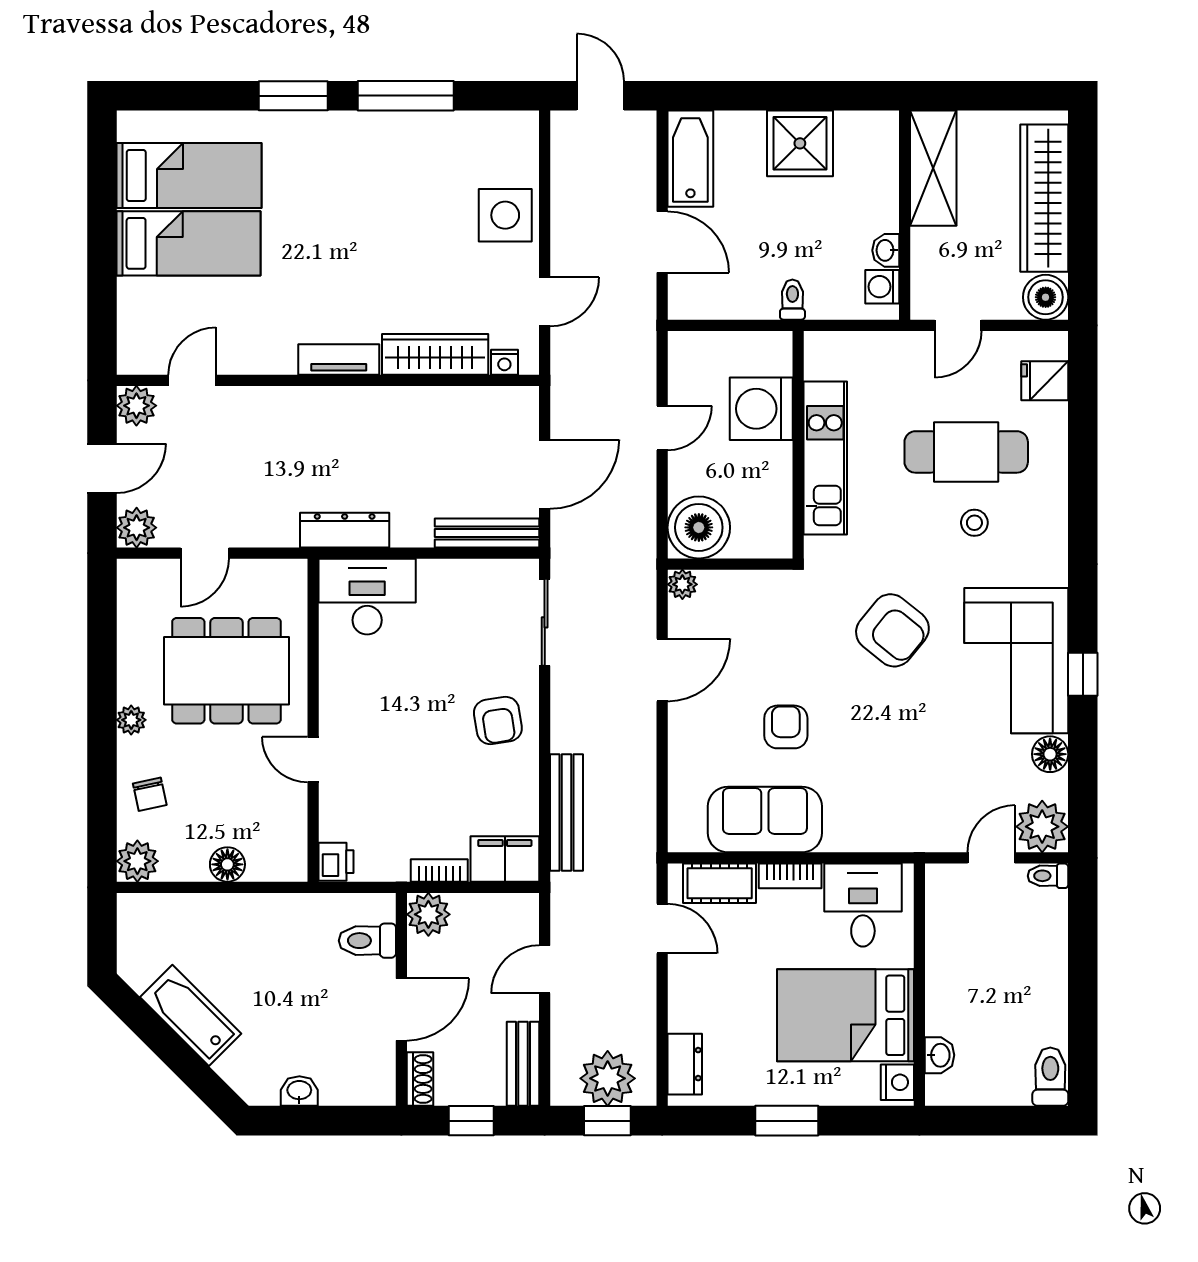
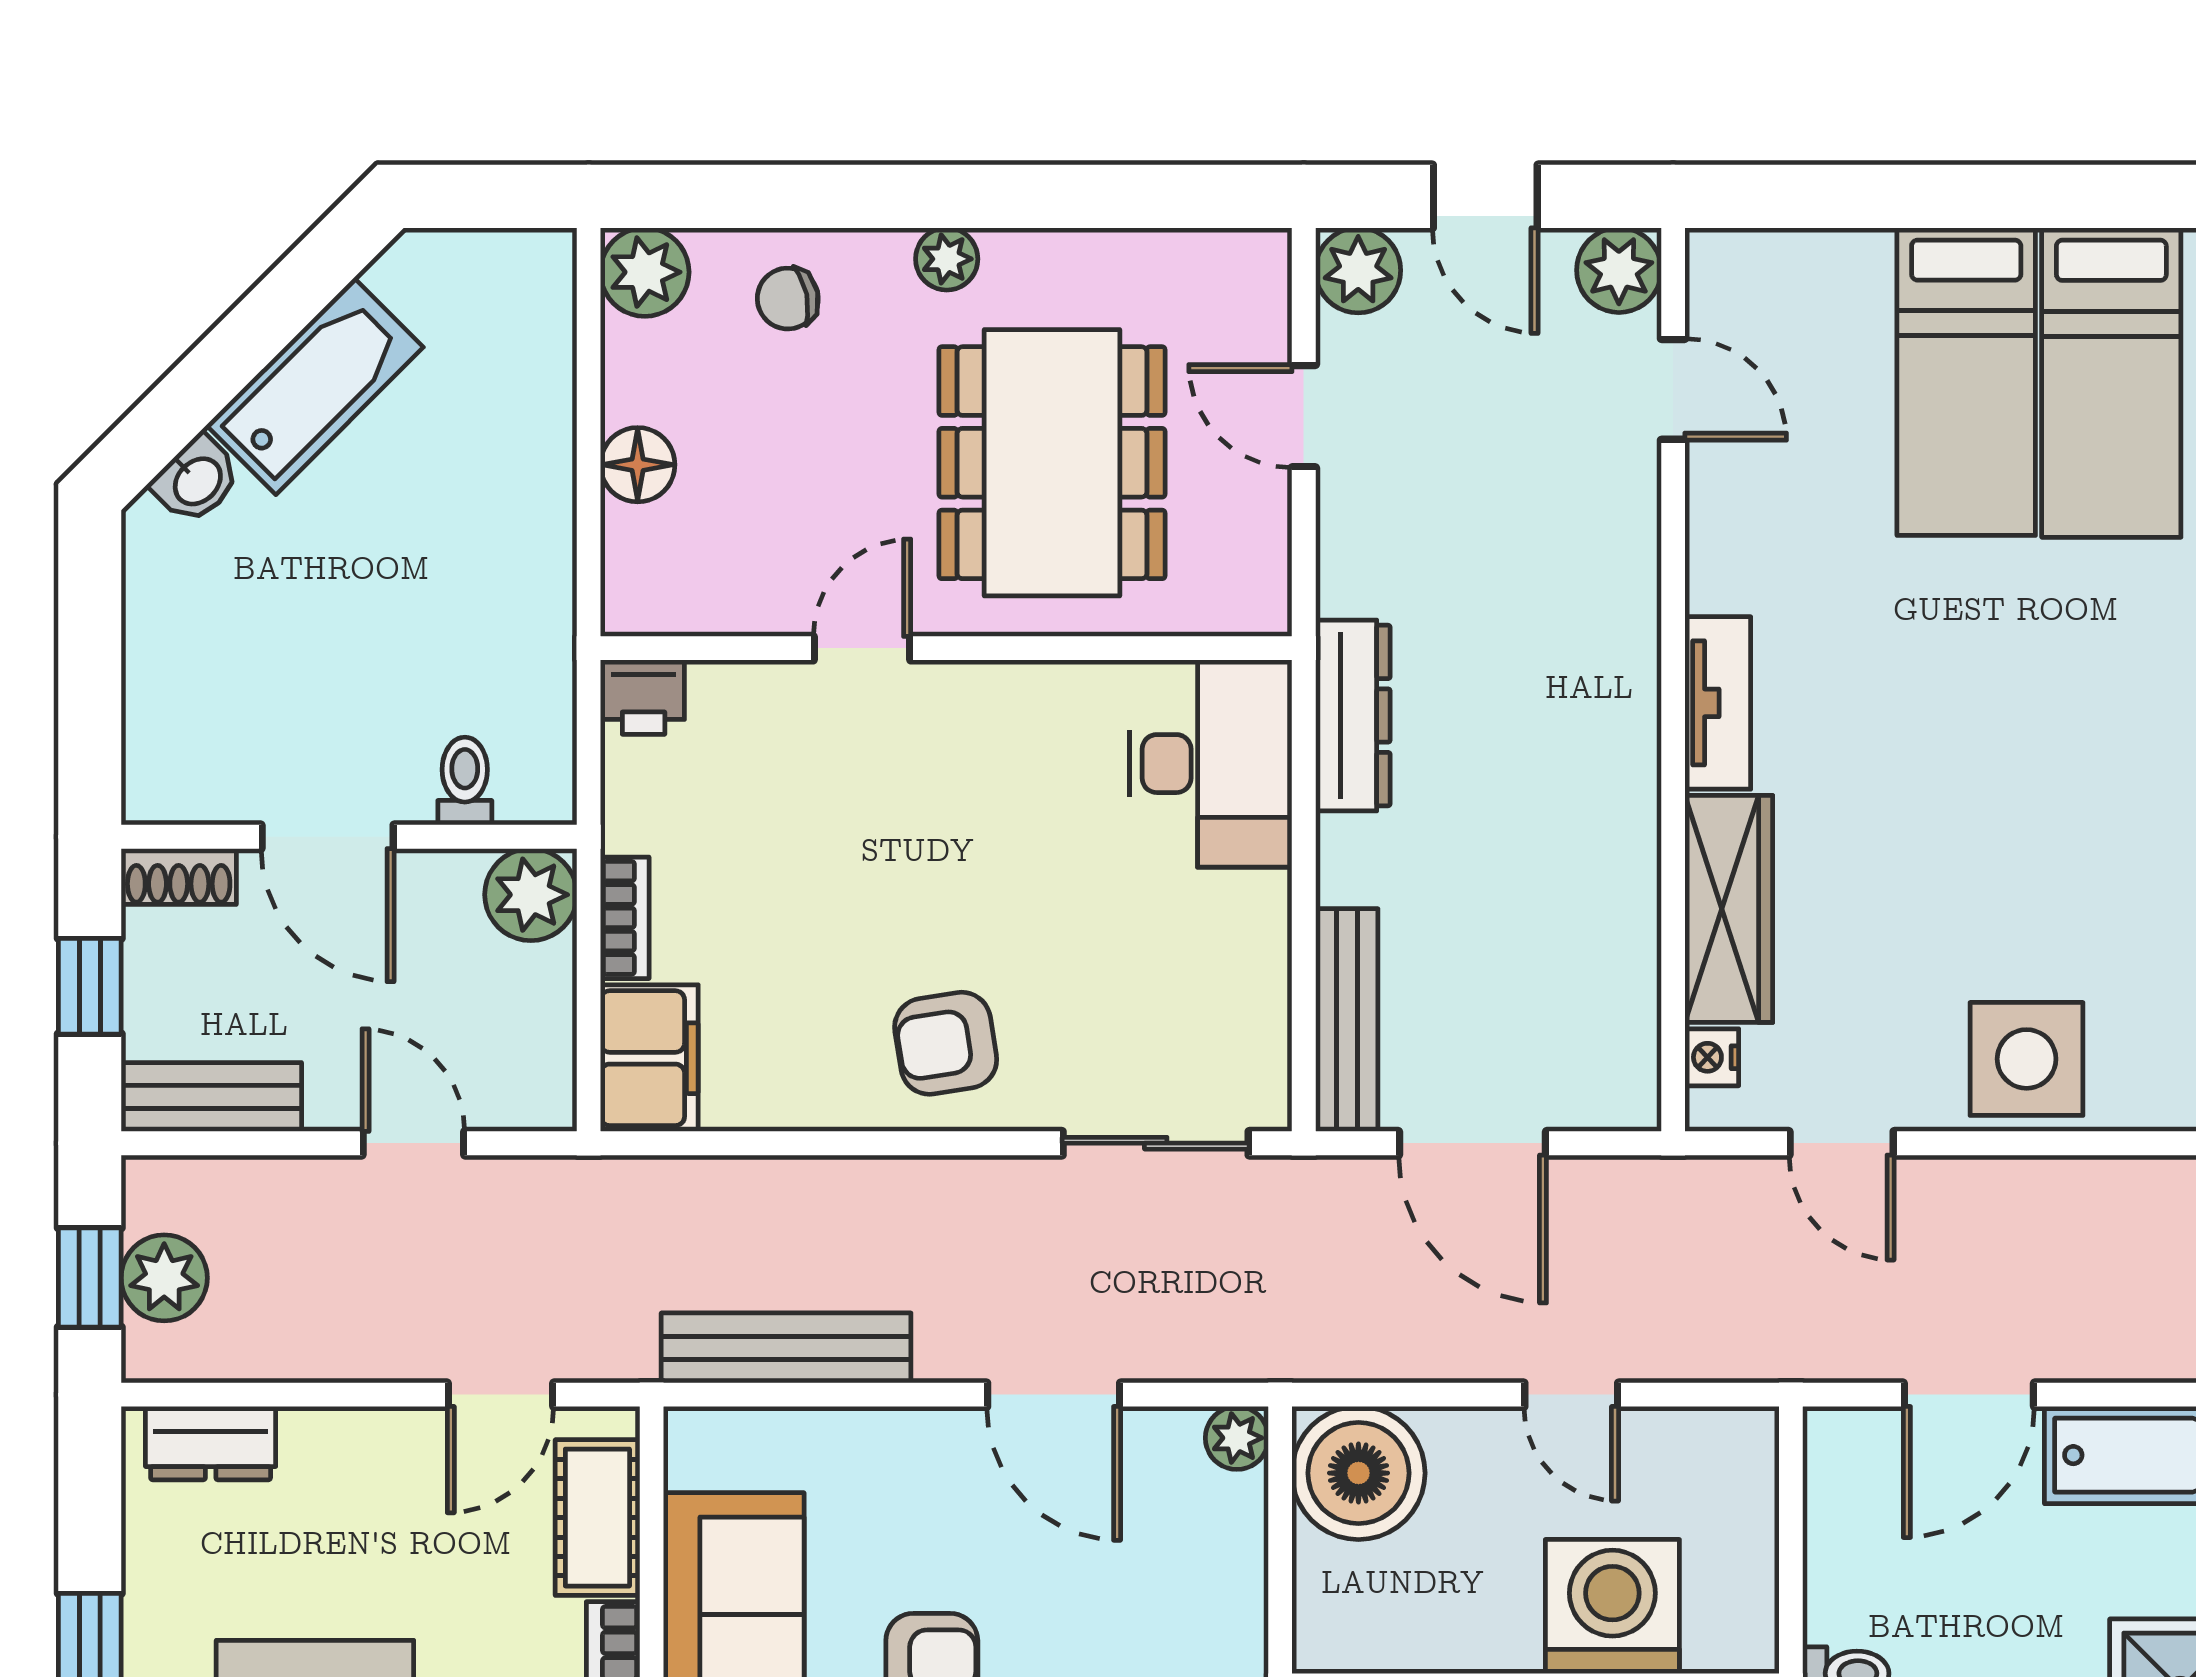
bench: (566, 812) -> (786, 1348), moved
toilet: (367, 941) -> (465, 781), width x0.73, depth x0.72
plant: (608, 1078) -> (164, 1278), width x0.73, depth x0.73
washbasin: (299, 1091) -> (196, 480), moved, turned 45

